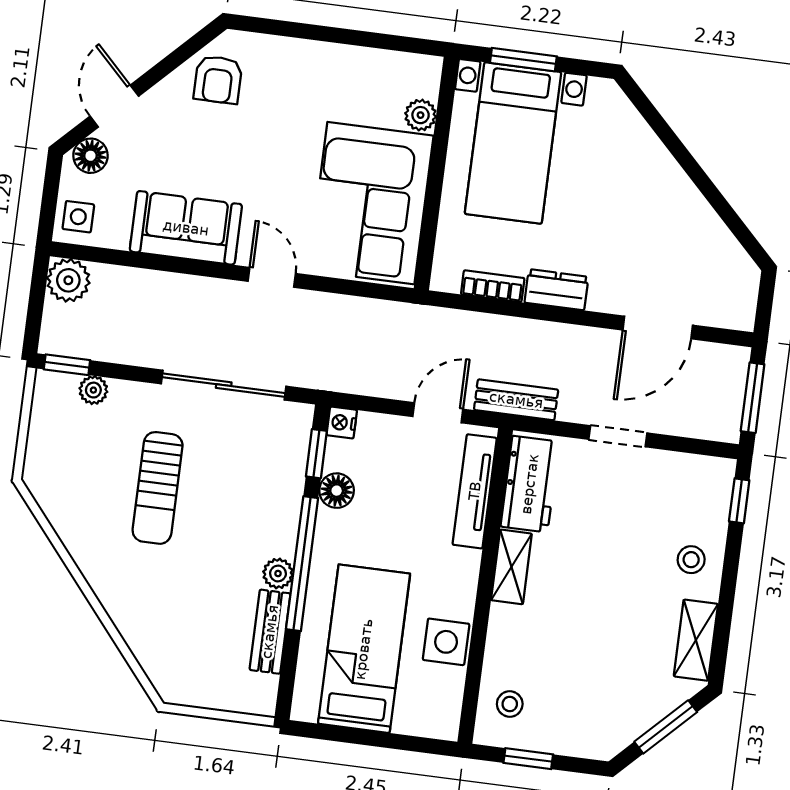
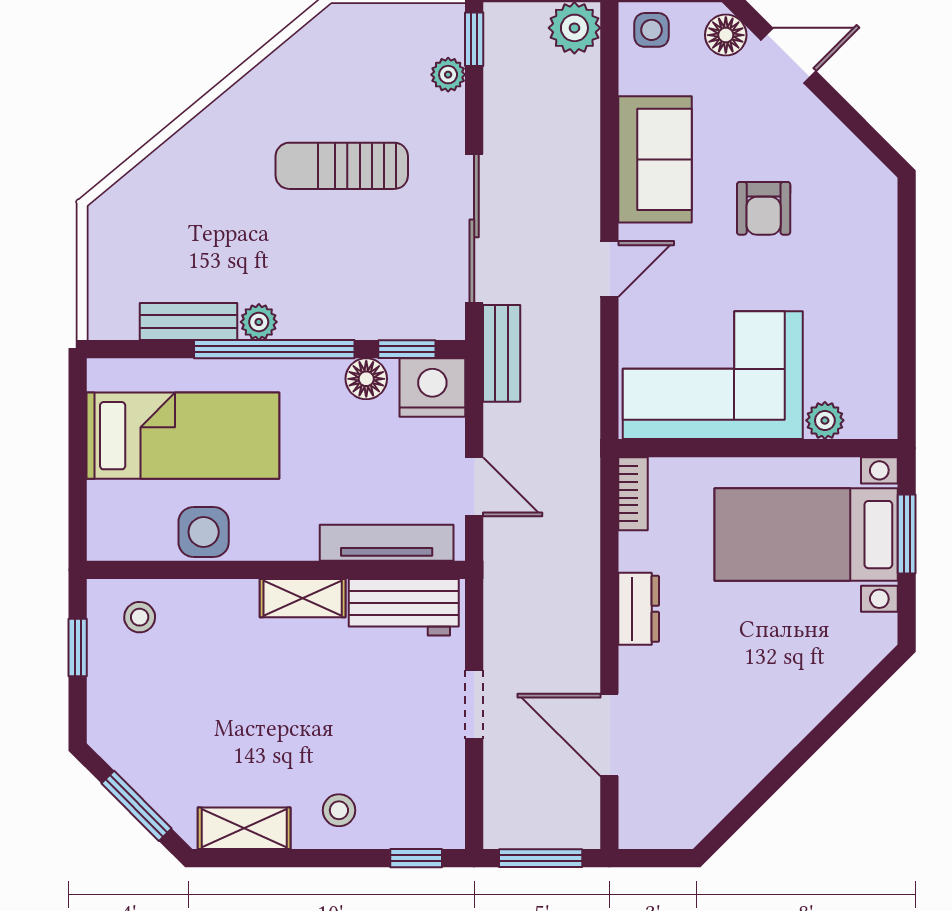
armchair: (218, 80) -> (764, 208), moved, turned -90
bookcase: (493, 286) -> (633, 494), moved
bench: (516, 400) -> (502, 353), moved
nightstand: (342, 423) -> (432, 387), width x1.89, depth x1.79

